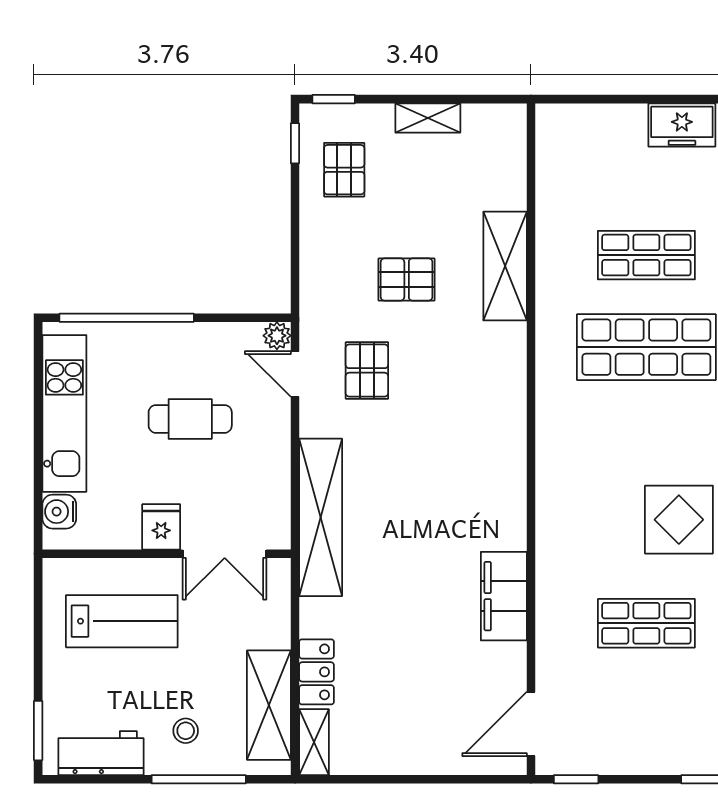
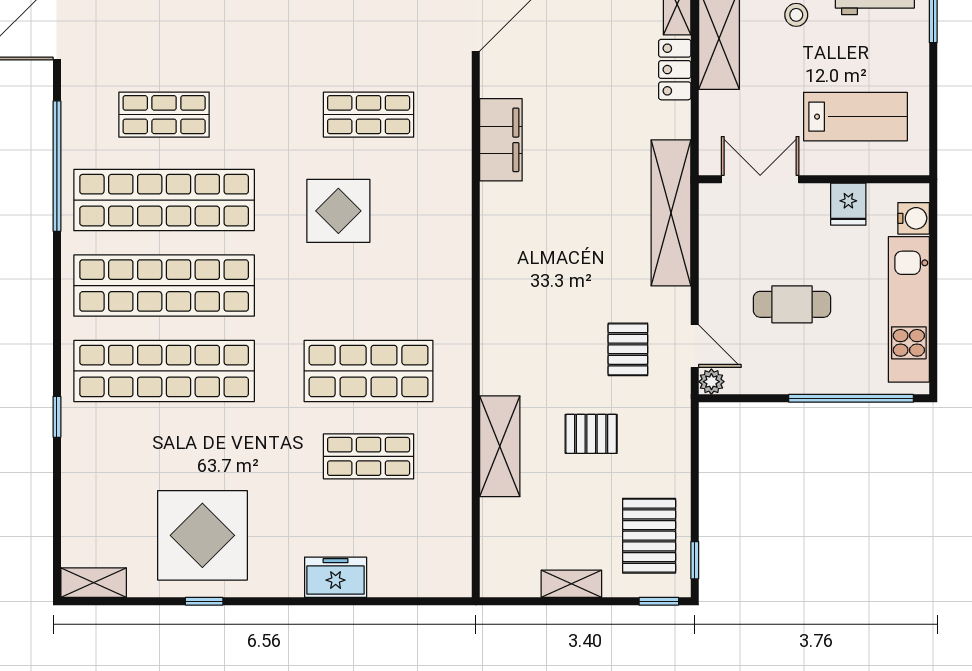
pallet: (344, 170) -> (649, 536), width x1.50, depth x1.42
fridge: (161, 527) -> (848, 204), moved
lab bench: (122, 621) -> (855, 117), turned 180

